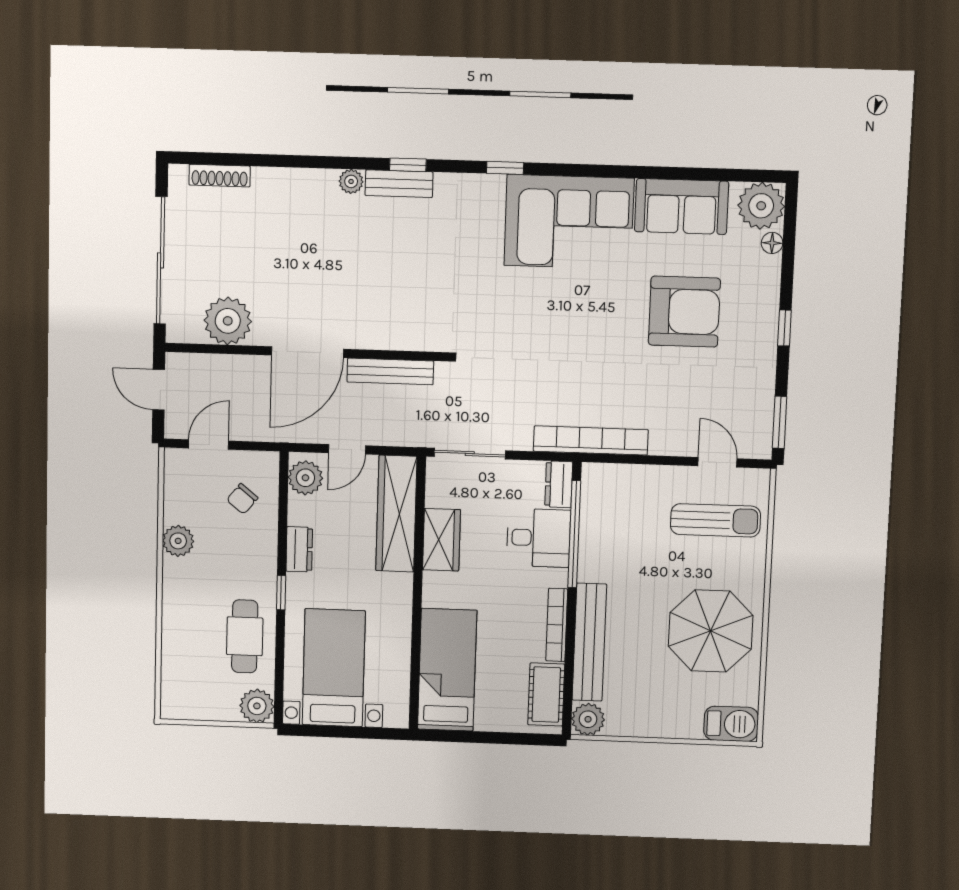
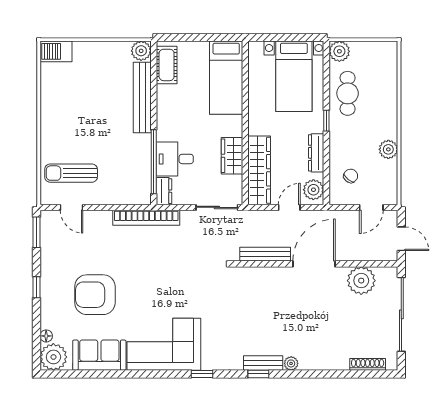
dresser: (299, 549) -> (316, 153), width x1.44
bookcase: (557, 625) -> (162, 107), removed
parasol: (711, 631) -> (71, 107), removed

